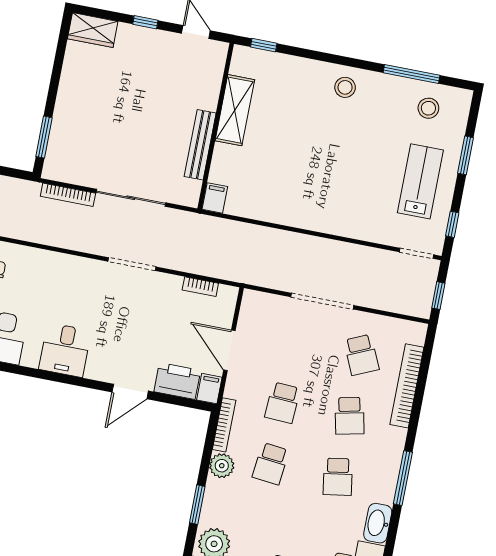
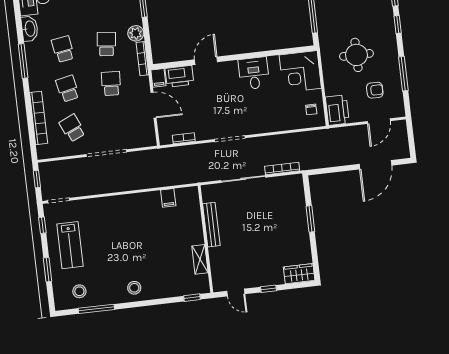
shelving: (235, 110) -> (200, 259), width x0.67, depth x0.75
window: (44, 137) -> (310, 219), moved
filing cabinet: (215, 198) -> (168, 198), moved

